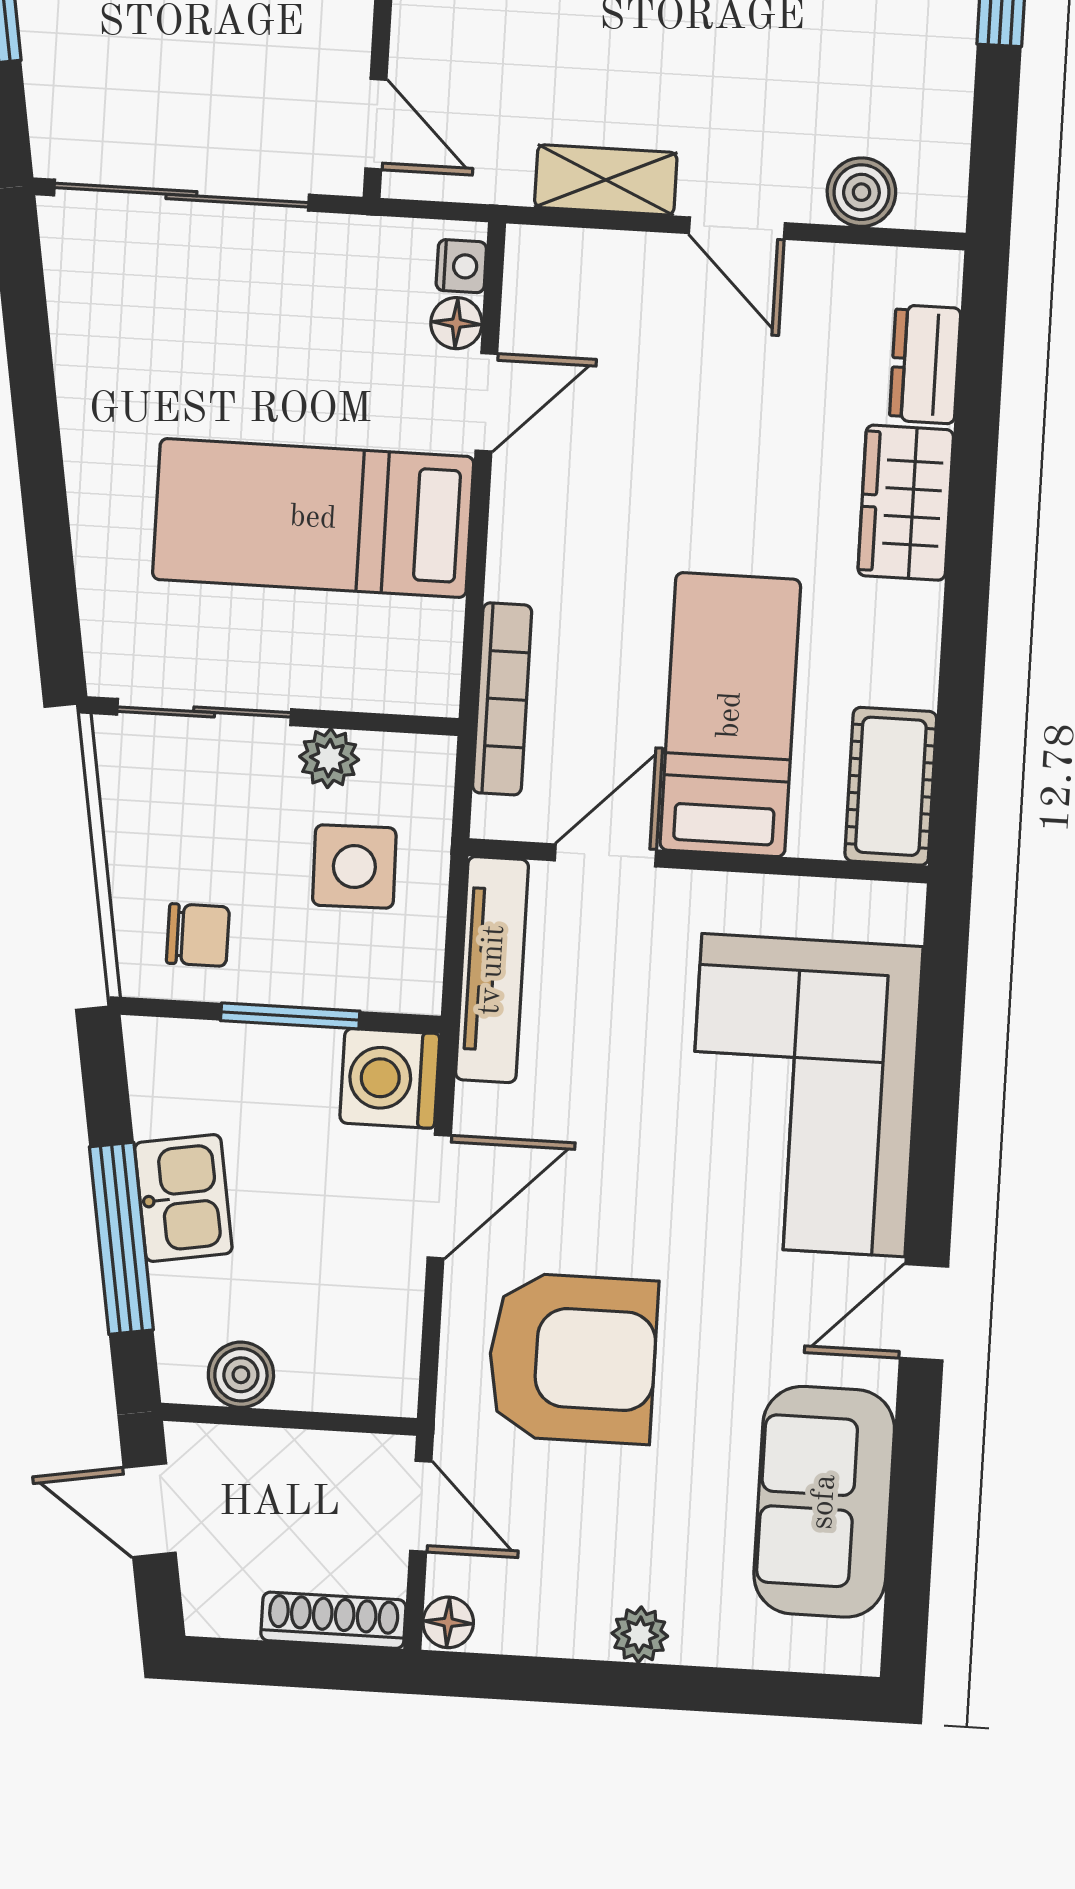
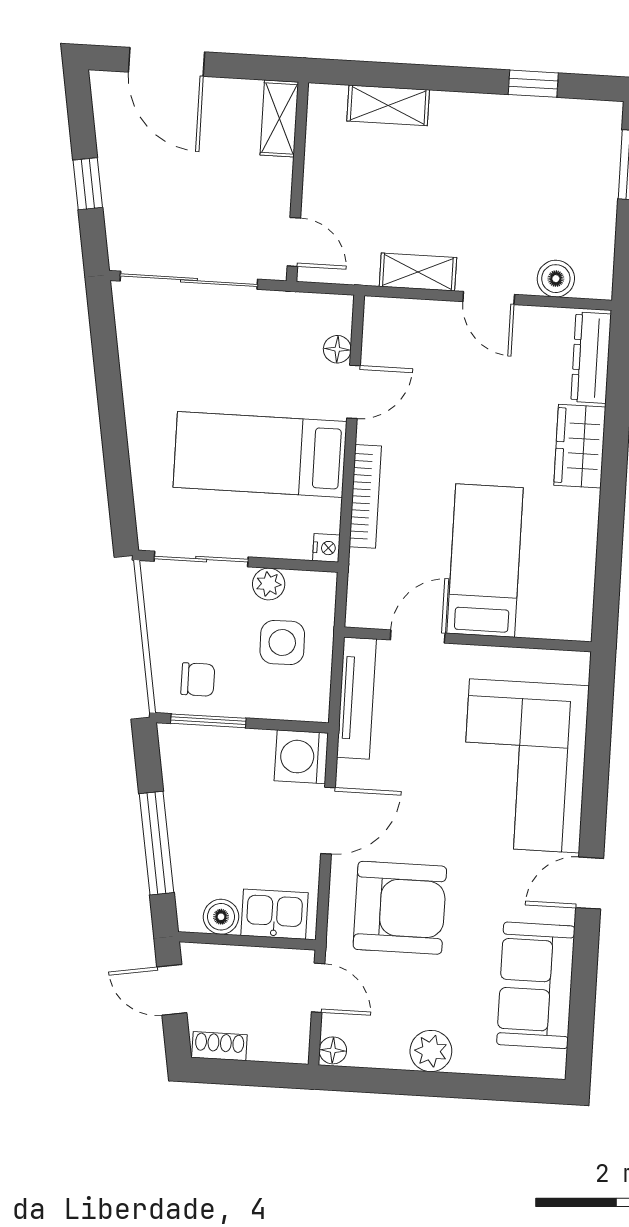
nightstand: (461, 266) -> (326, 548), moved
dresser: (925, 364) -> (591, 358), width x1.44
bookcase: (502, 699) -> (365, 496), moved
cot: (891, 786) -> (572, 599), removed
window: (290, 1016) -> (208, 721), moved
kitchen sink: (183, 1198) -> (274, 914), moved, turned -81
shoe rack: (333, 1620) -> (219, 1046), moved, width x0.70
plant: (640, 1635) -> (431, 1051), width x1.38, depth x1.38

